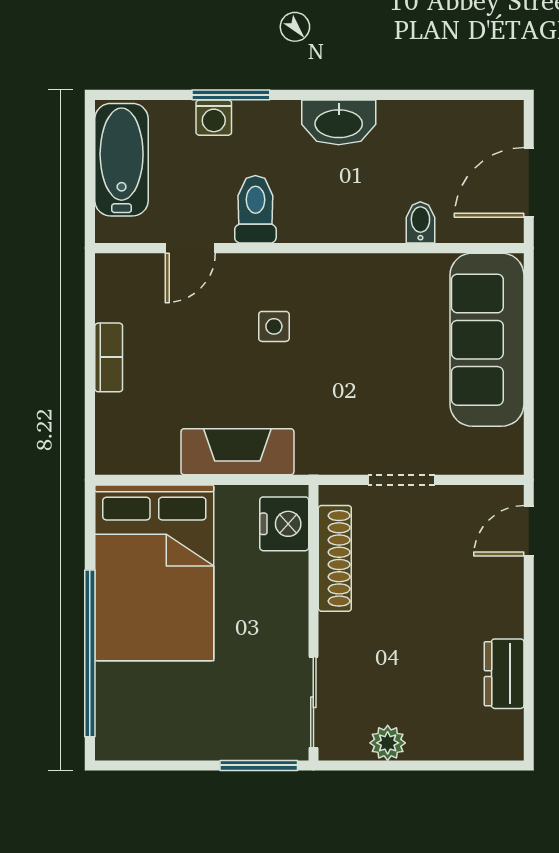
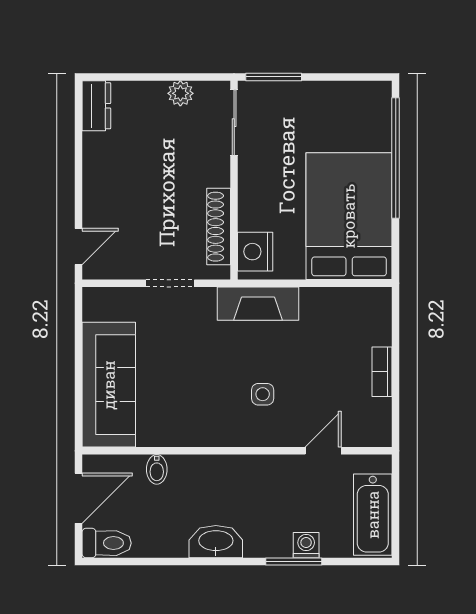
toilet: (255, 209) -> (107, 543), moved, turned -90
fireplace: (237, 452) -> (258, 304), moved
dresser: (504, 674) -> (96, 106), moved

